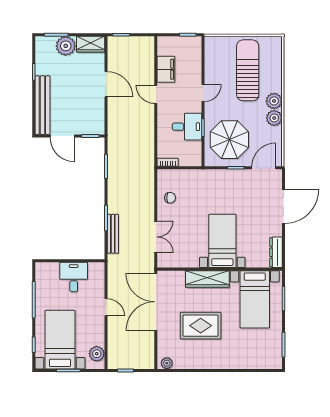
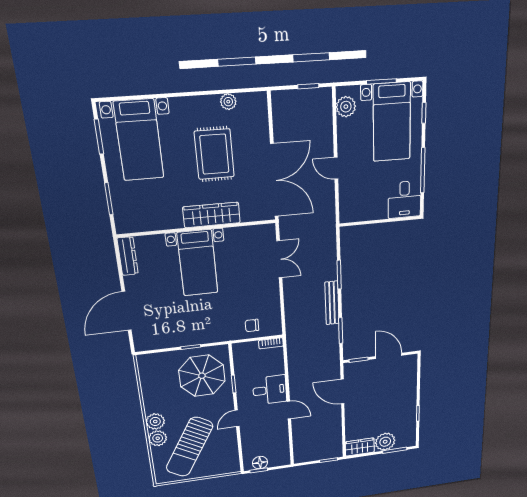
floor lamp: (186, 43) -> (260, 463), added
filing cabinet: (166, 69) -> (279, 435), removed
sun lounger: (248, 70) -> (190, 447), turned 30
door: (106, 84) -> (342, 392), moved
bench: (42, 105) -> (409, 383), removed
plant: (274, 118) -> (158, 438), moved
desk: (187, 127) -> (270, 390), moved, turned 180
door: (264, 168) -> (157, 351), removed
chair: (170, 198) -> (252, 325), moved
bench: (113, 234) -> (332, 303), moved
double door: (156, 237) -> (279, 259), swing flipped
desk: (74, 277) -> (405, 200), moved
bed with nightstands: (255, 299) -> (139, 140), moved, turned 180
rug: (201, 326) -> (214, 154), turned 90
plant: (167, 363) -> (228, 102), moved

